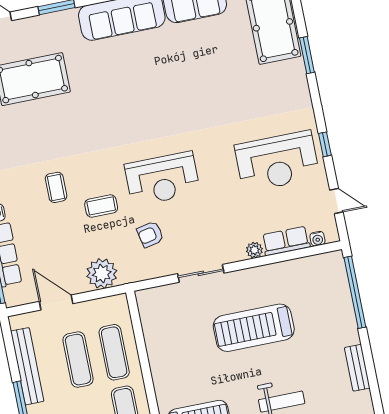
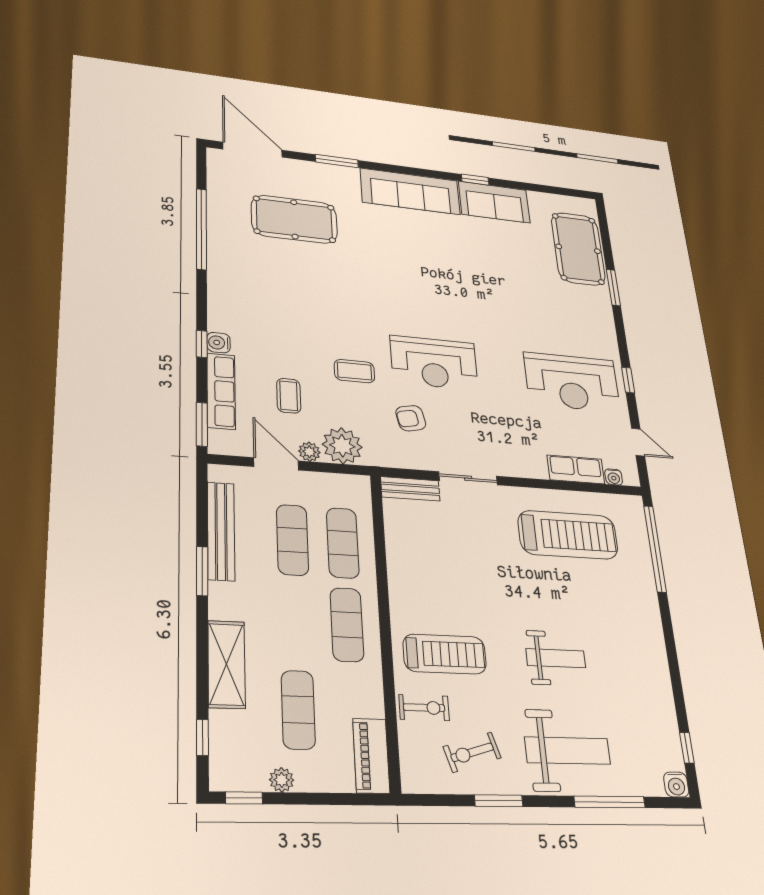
coffee table: (56, 187) -> (289, 396), moved
plant: (254, 250) -> (309, 452), moved
treadmill: (254, 328) -> (568, 535), moved, turned 180
bench: (357, 368) -> (410, 489), moved, turned 90

